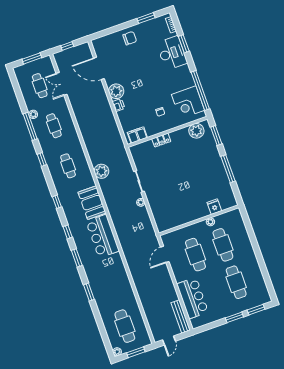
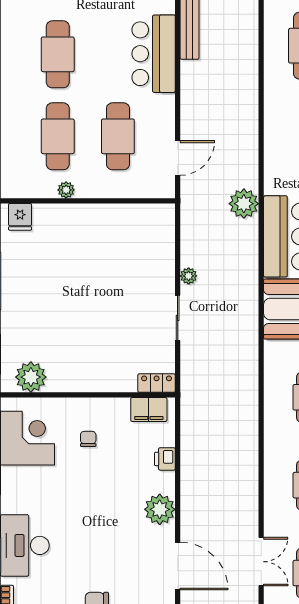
printer: (118, 105) -> (165, 459), moved
locker: (161, 140) -> (157, 383), moved
plant: (101, 171) -> (244, 204), moved
fridge: (214, 207) -> (20, 217), moved

